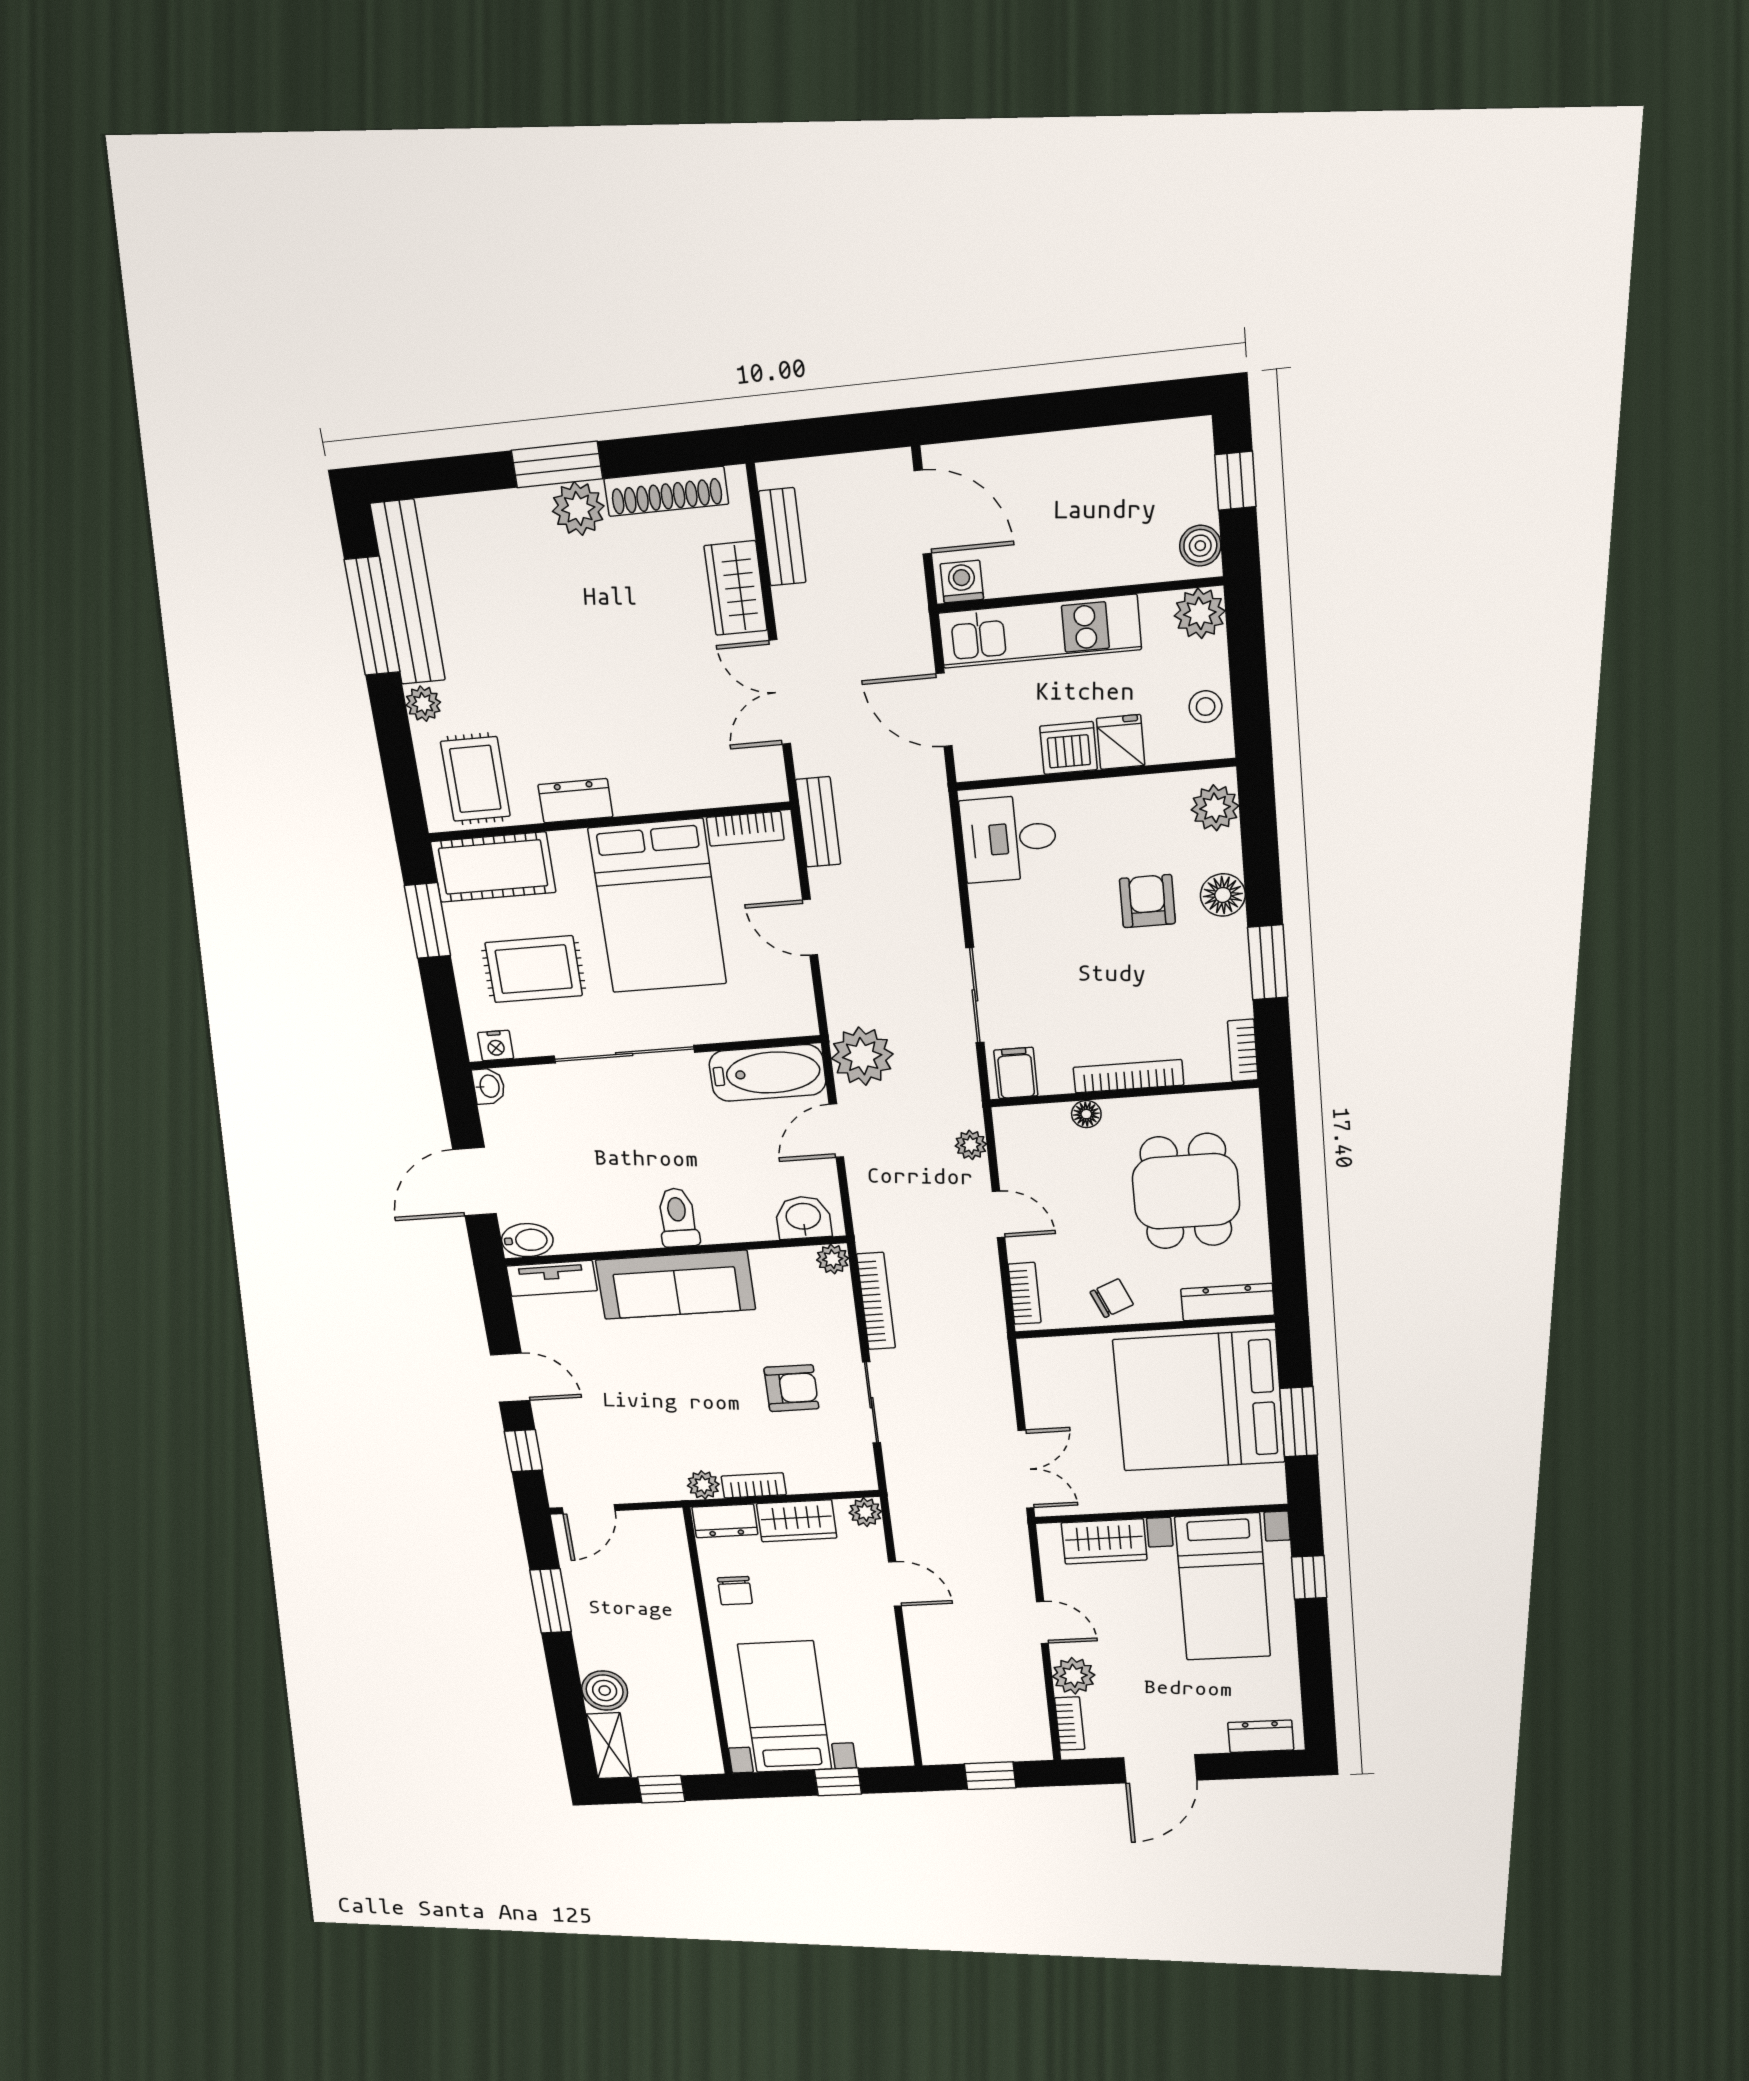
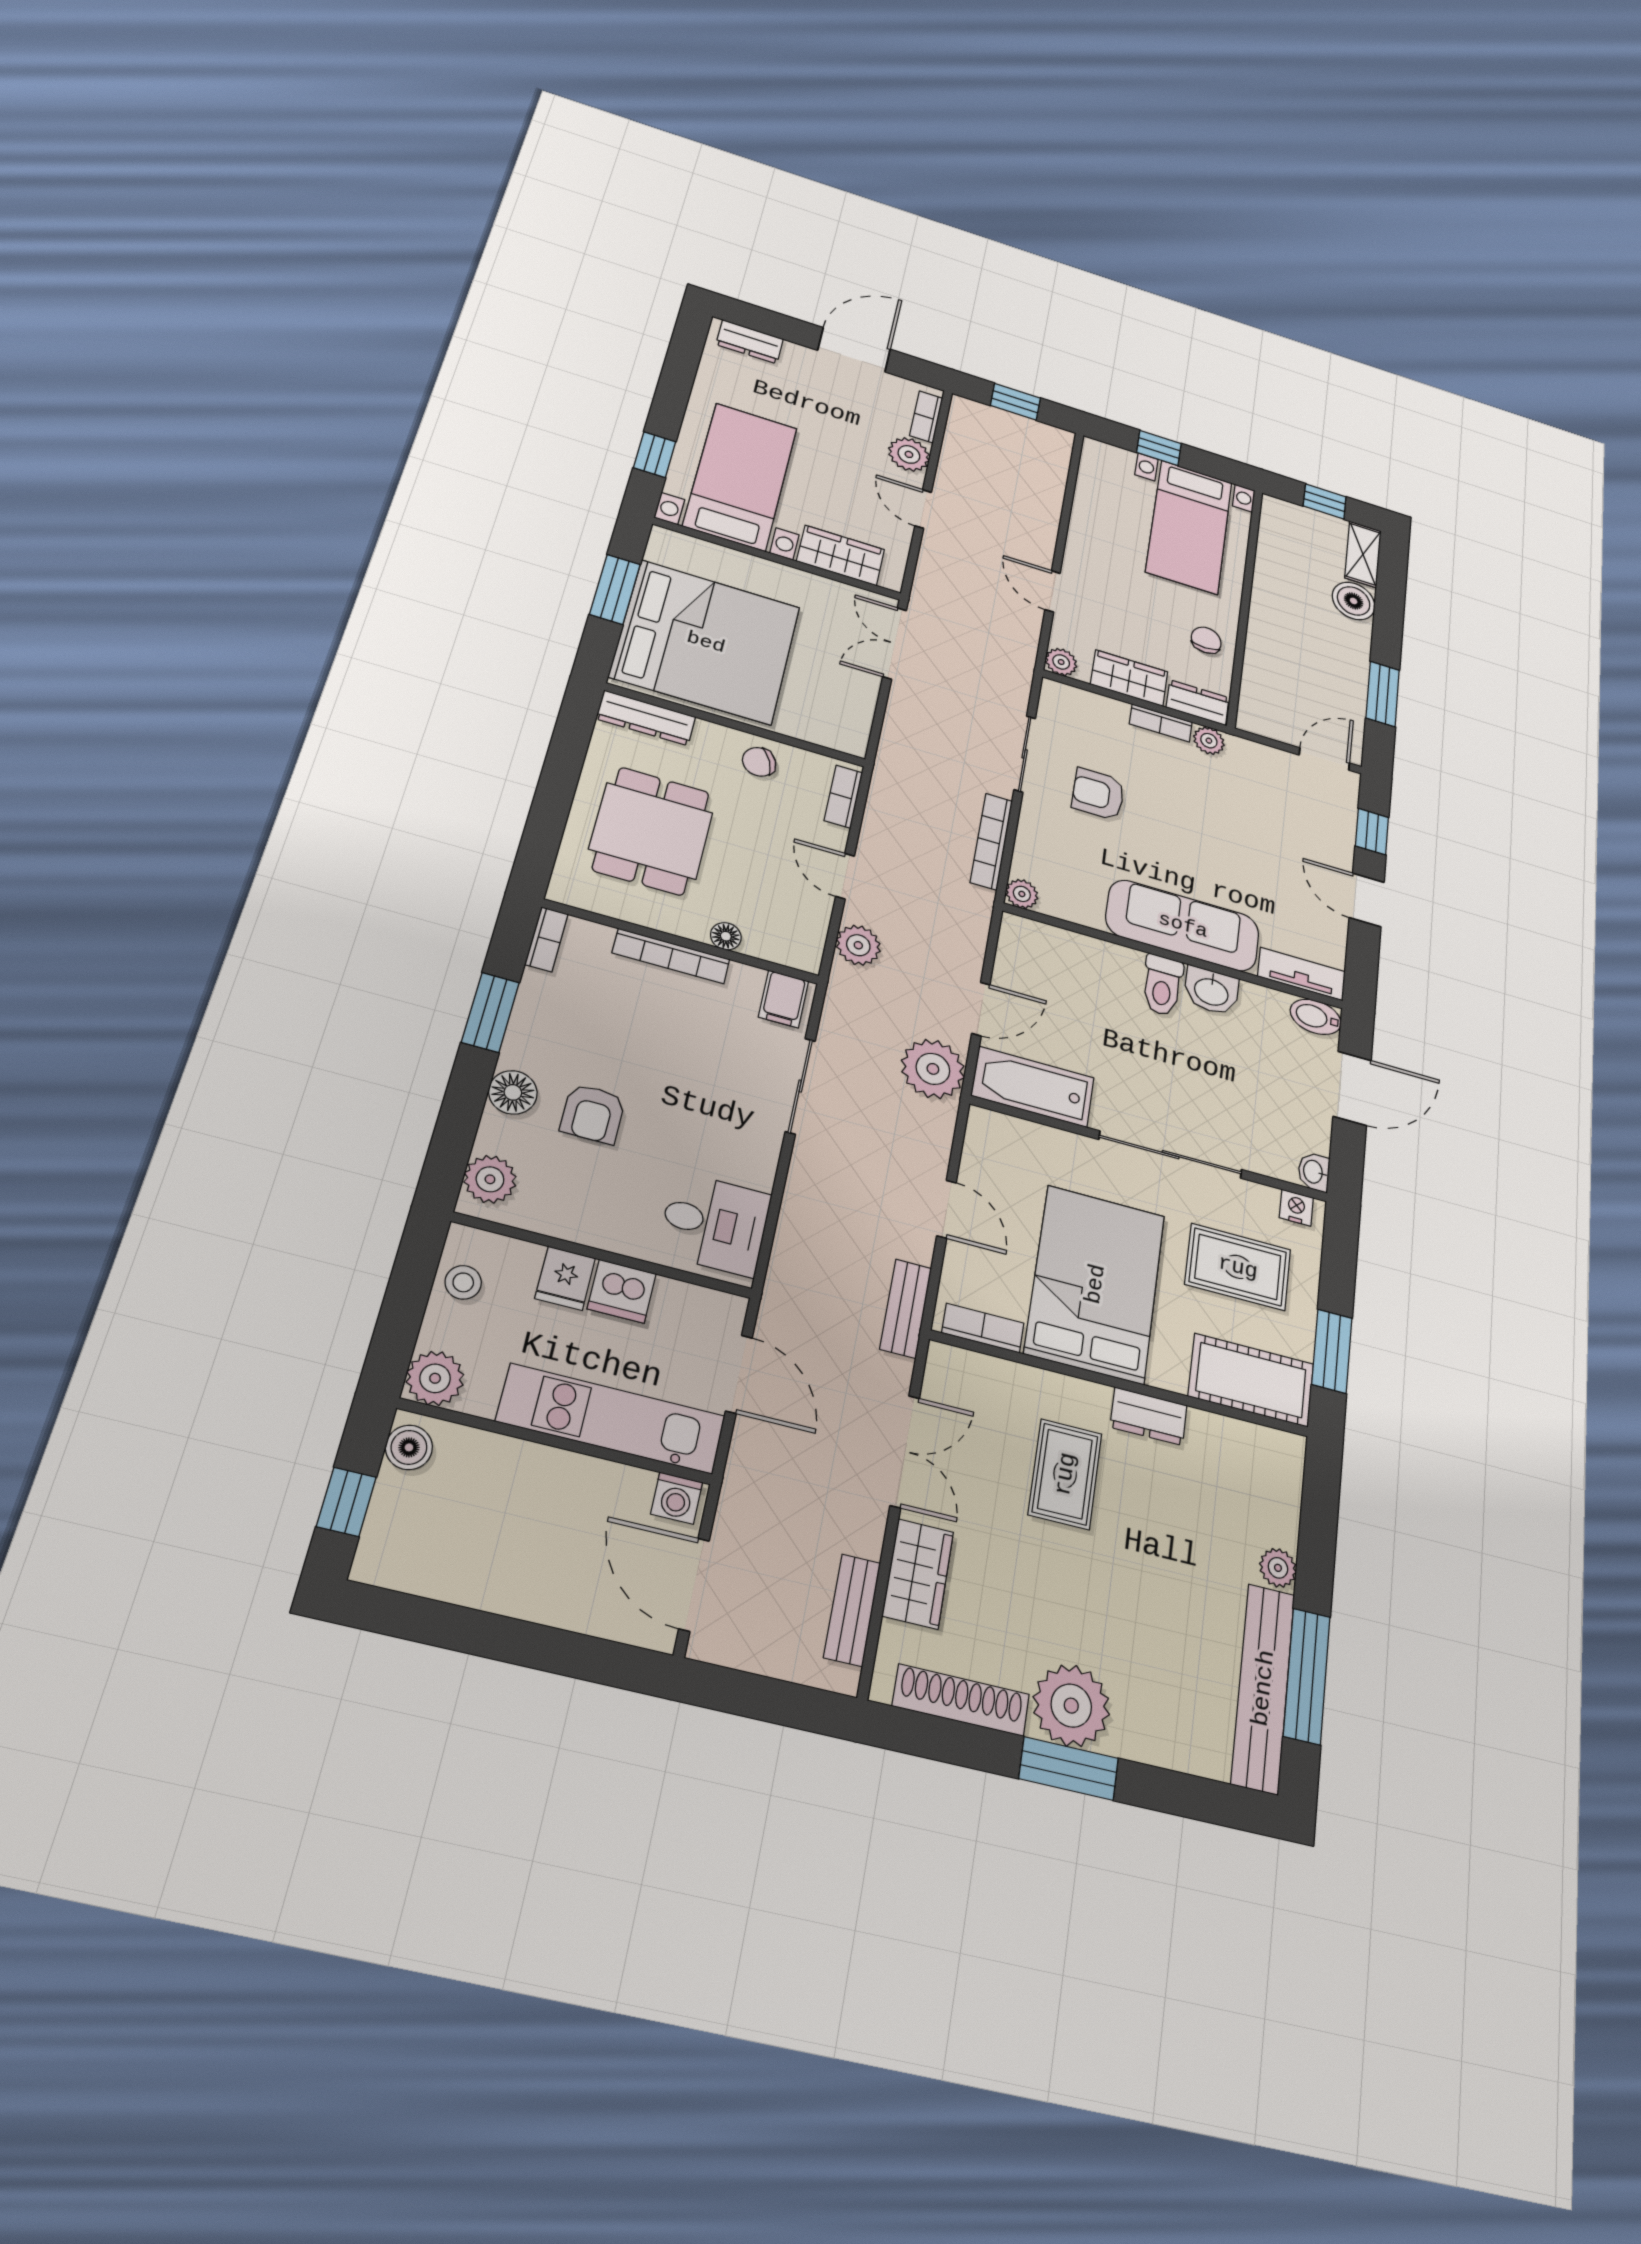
plant: (578, 509) -> (1071, 1706), width x1.36, depth x1.36
rug: (475, 779) -> (1065, 1474), moved
plant: (971, 1145) -> (858, 945), width x1.38, depth x1.38
washbasin: (803, 1217) -> (1211, 991), moved

